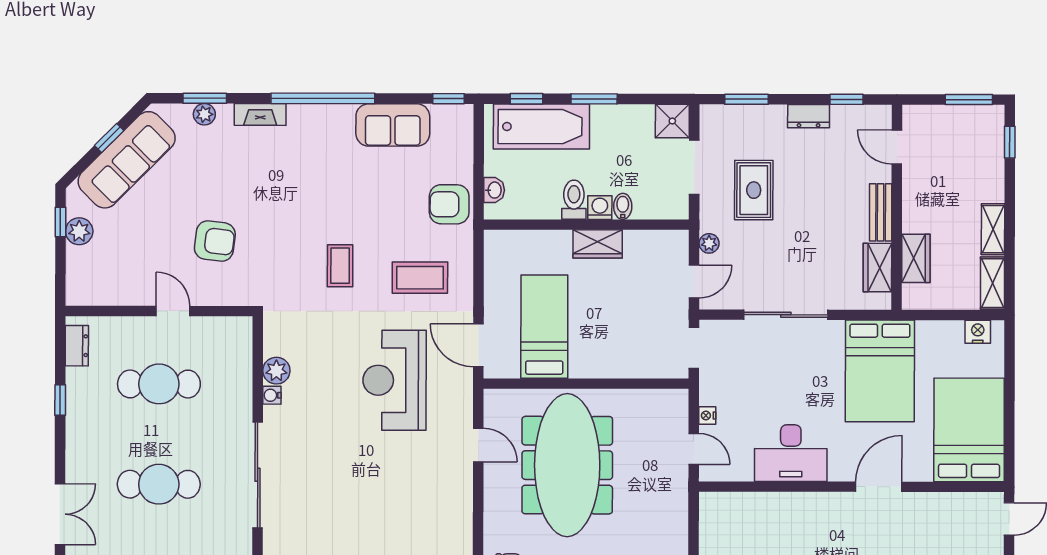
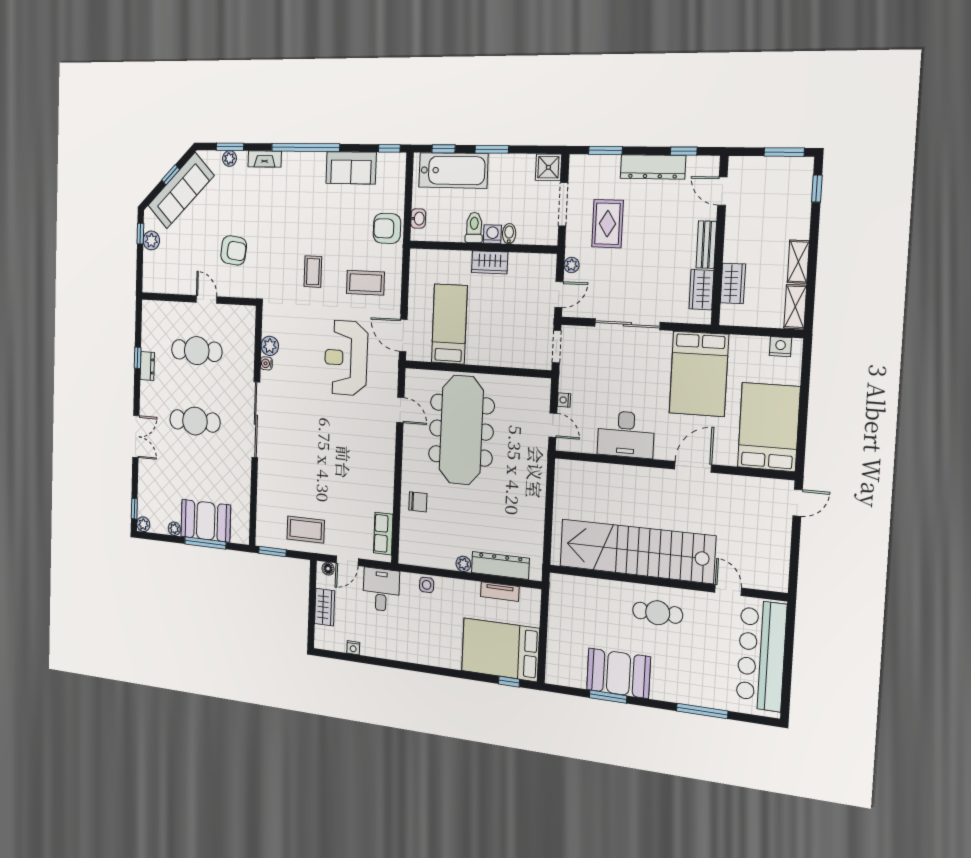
dresser: (809, 116) -> (653, 167), width x1.96, depth x1.24
dresser: (77, 346) -> (147, 366), moved

